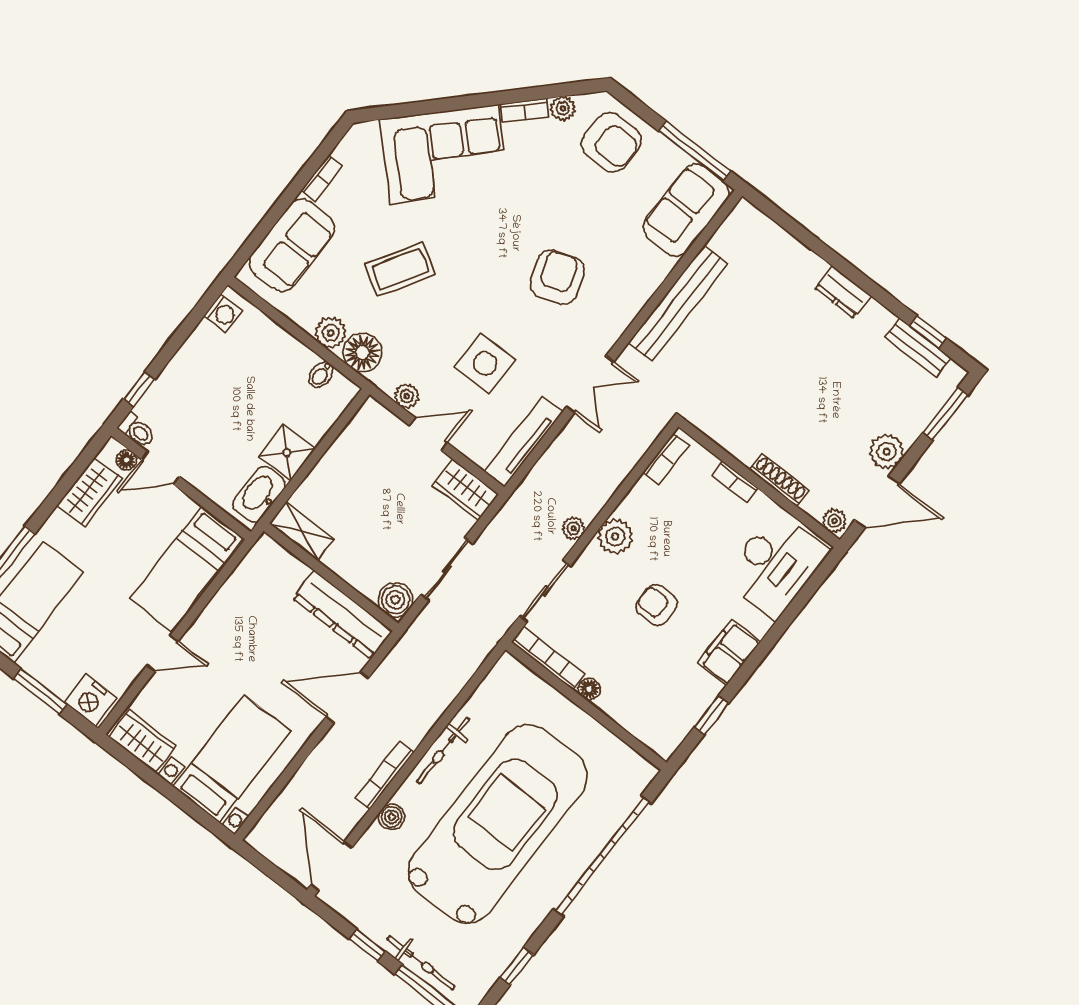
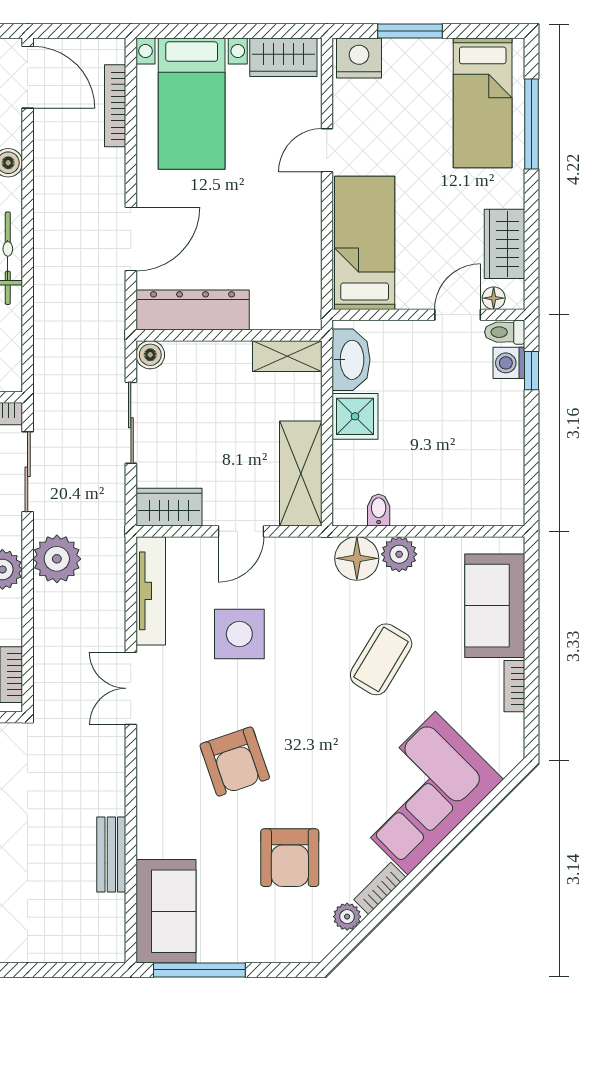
armchair: (611, 142) -> (290, 858), moved, turned -90
bench: (678, 303) -> (111, 854), width x0.54, depth x0.82
washing machine: (223, 313) -> (509, 363), moved
plant: (407, 396) -> (287, 550), removed
shelving: (356, 442) -> (301, 474), added
plant: (573, 528) -> (57, 559), width x1.87, depth x1.87
boiler: (395, 600) -> (150, 355), width x0.73, depth x0.73
bookcase: (385, 775) -> (115, 106), moved, turned 180

